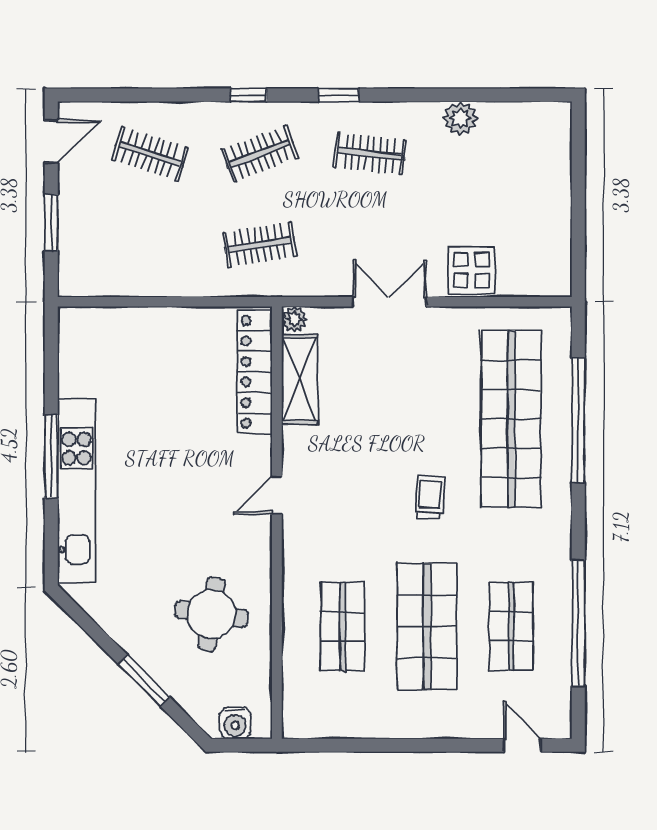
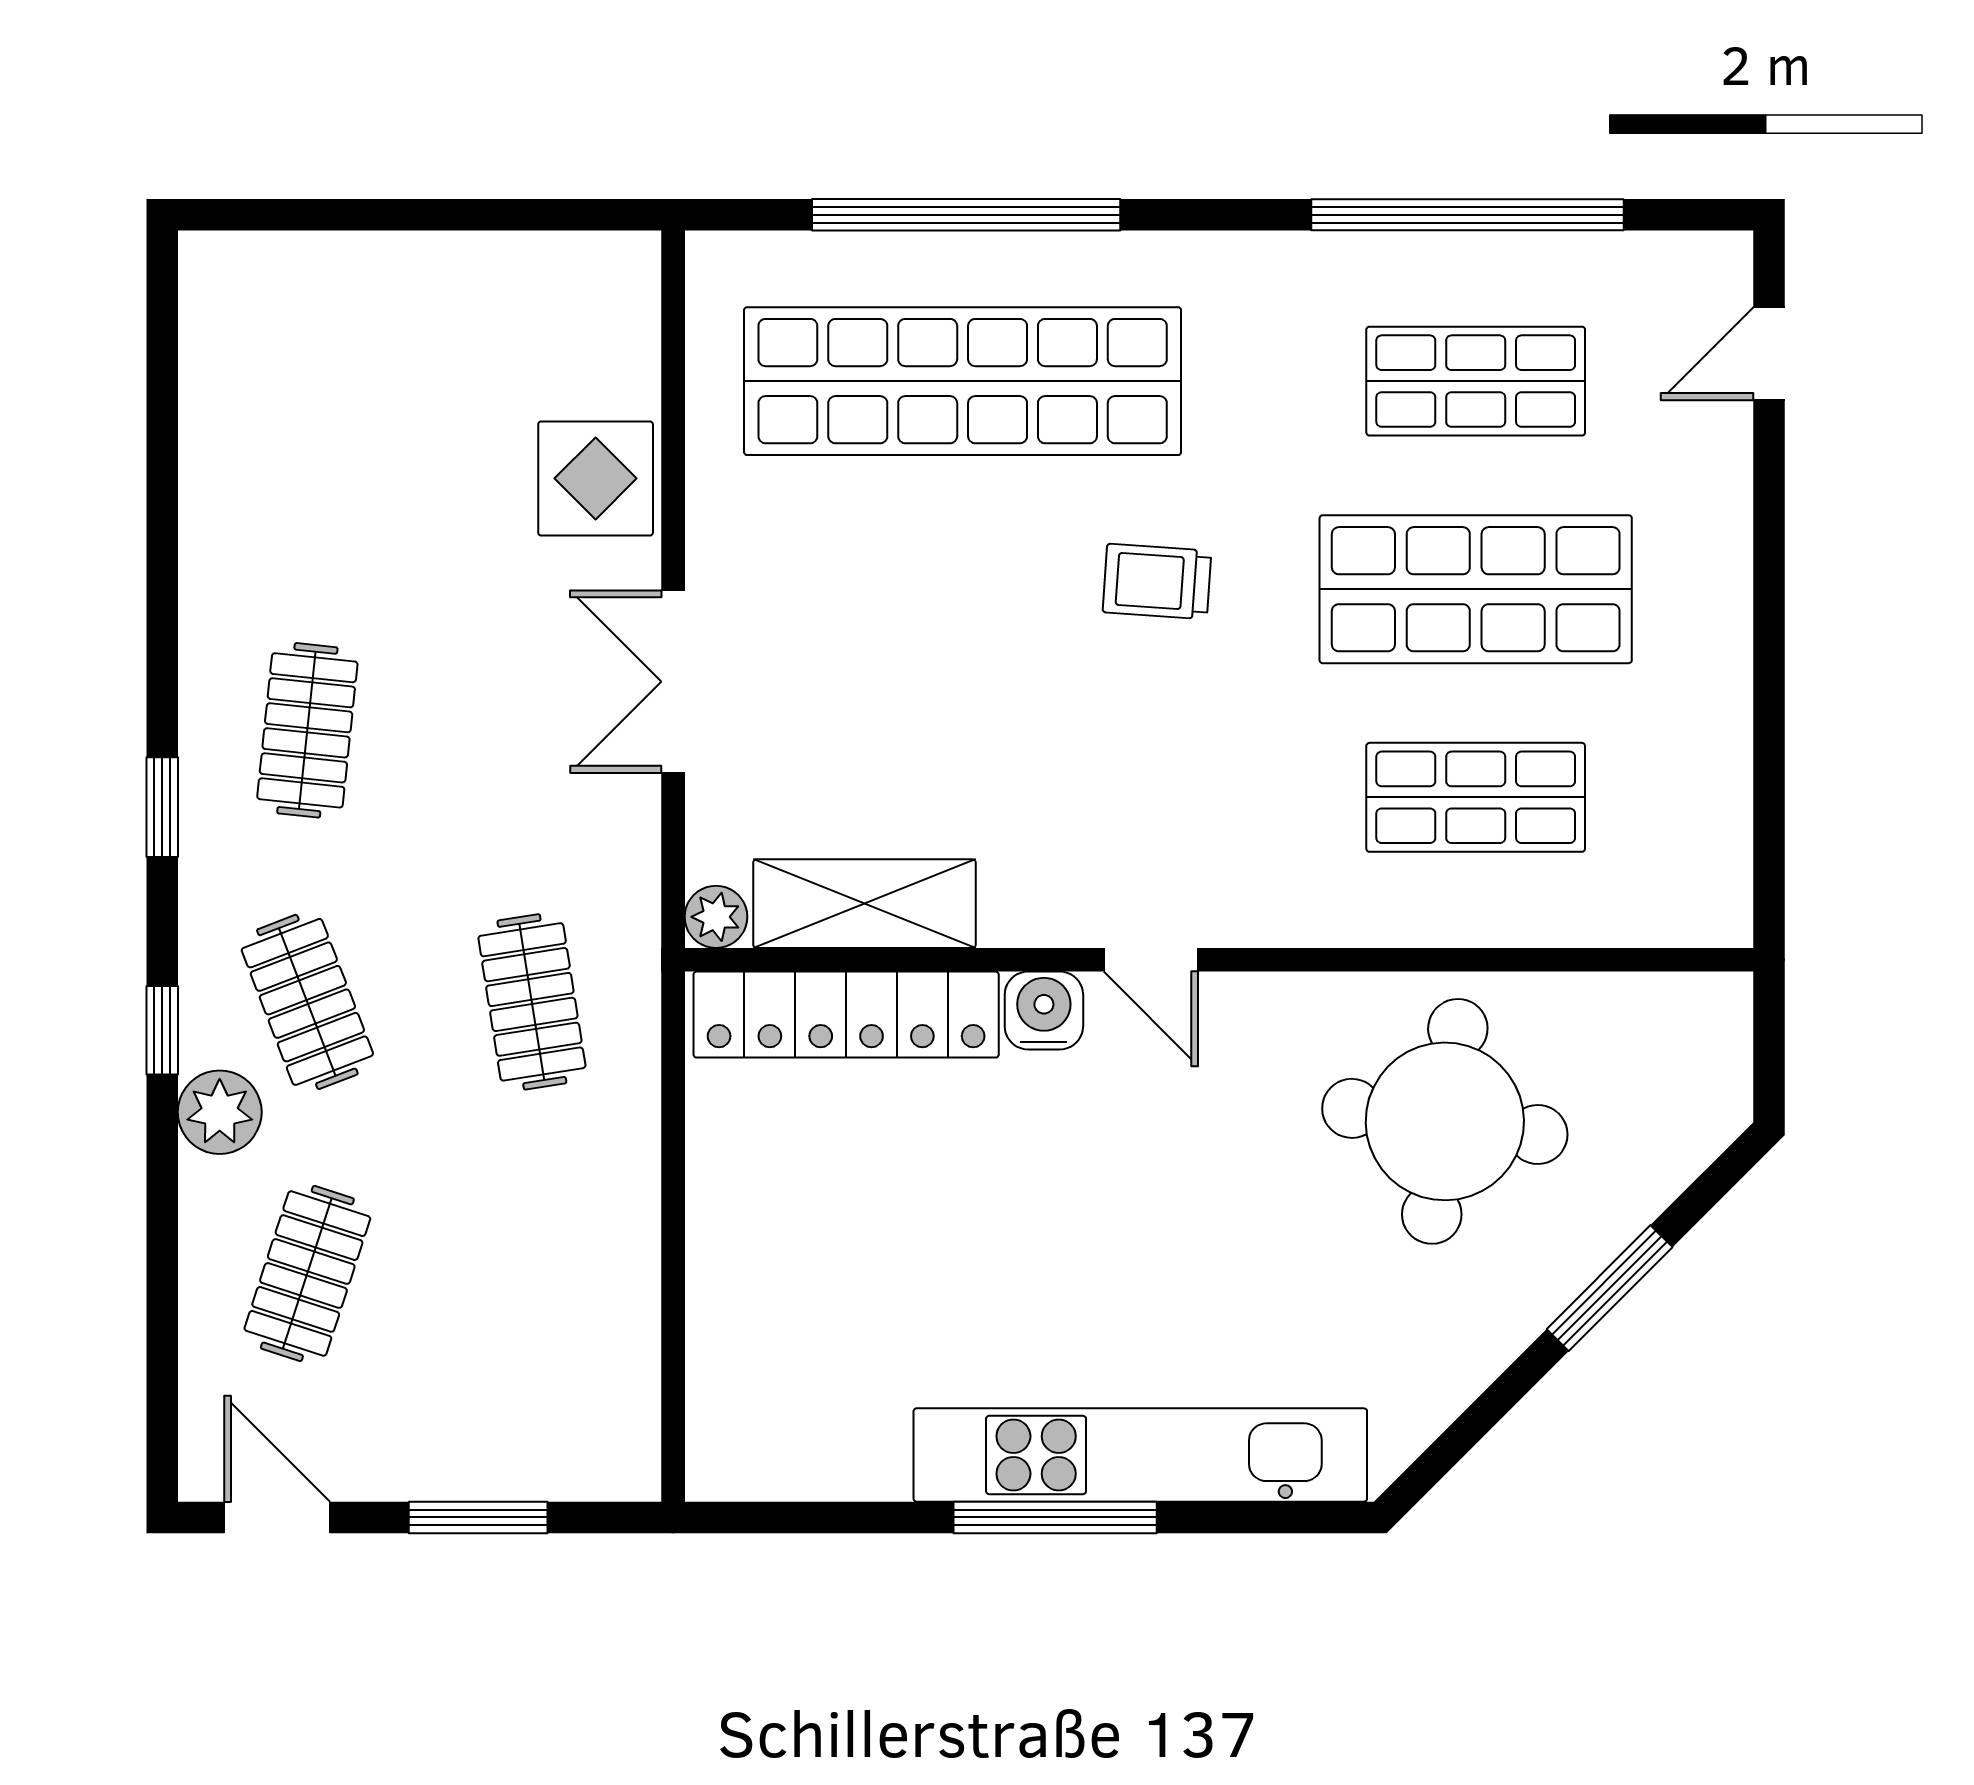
plant: (460, 118) -> (220, 1112), moved
round table: (211, 614) -> (1445, 1121), width x1.36, depth x1.36
water cooler: (235, 723) -> (1044, 1011), moved, turned -90

